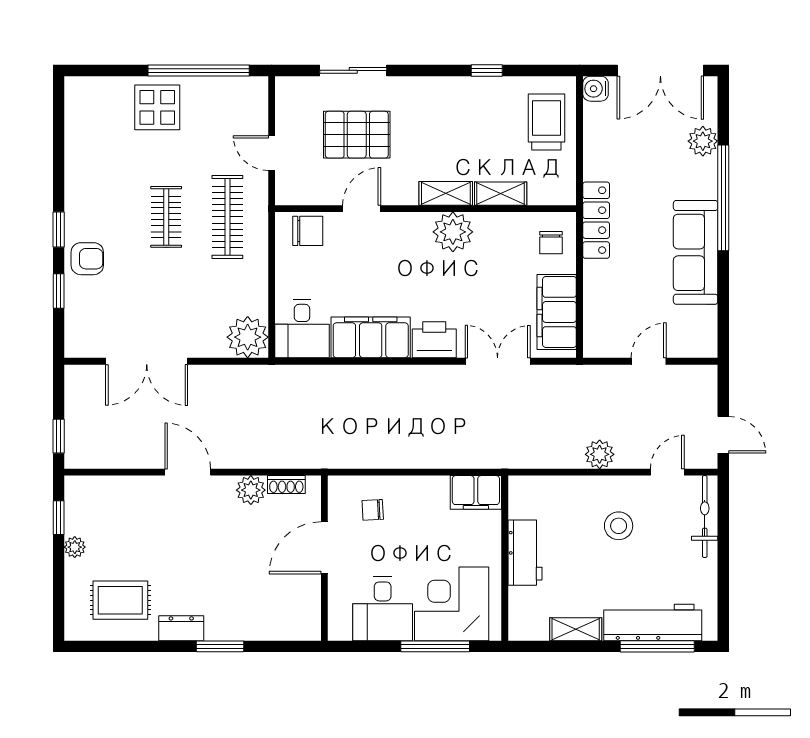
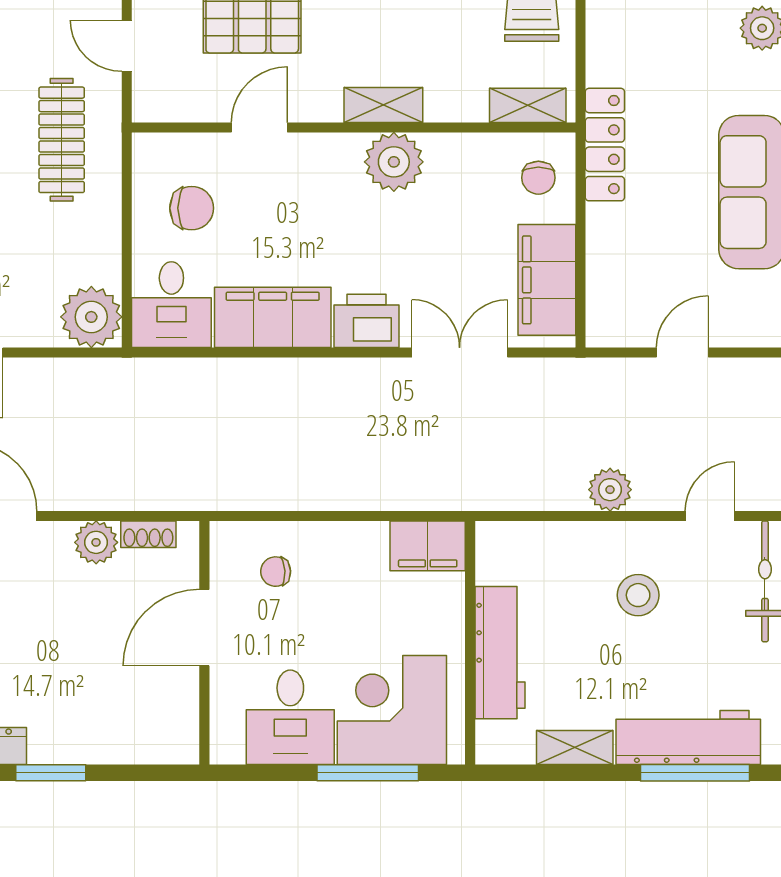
shelving: (501, 194) -> (528, 105), moved
chair: (308, 231) -> (192, 208), moved
workbench: (525, 553) -> (500, 653), width x1.37

